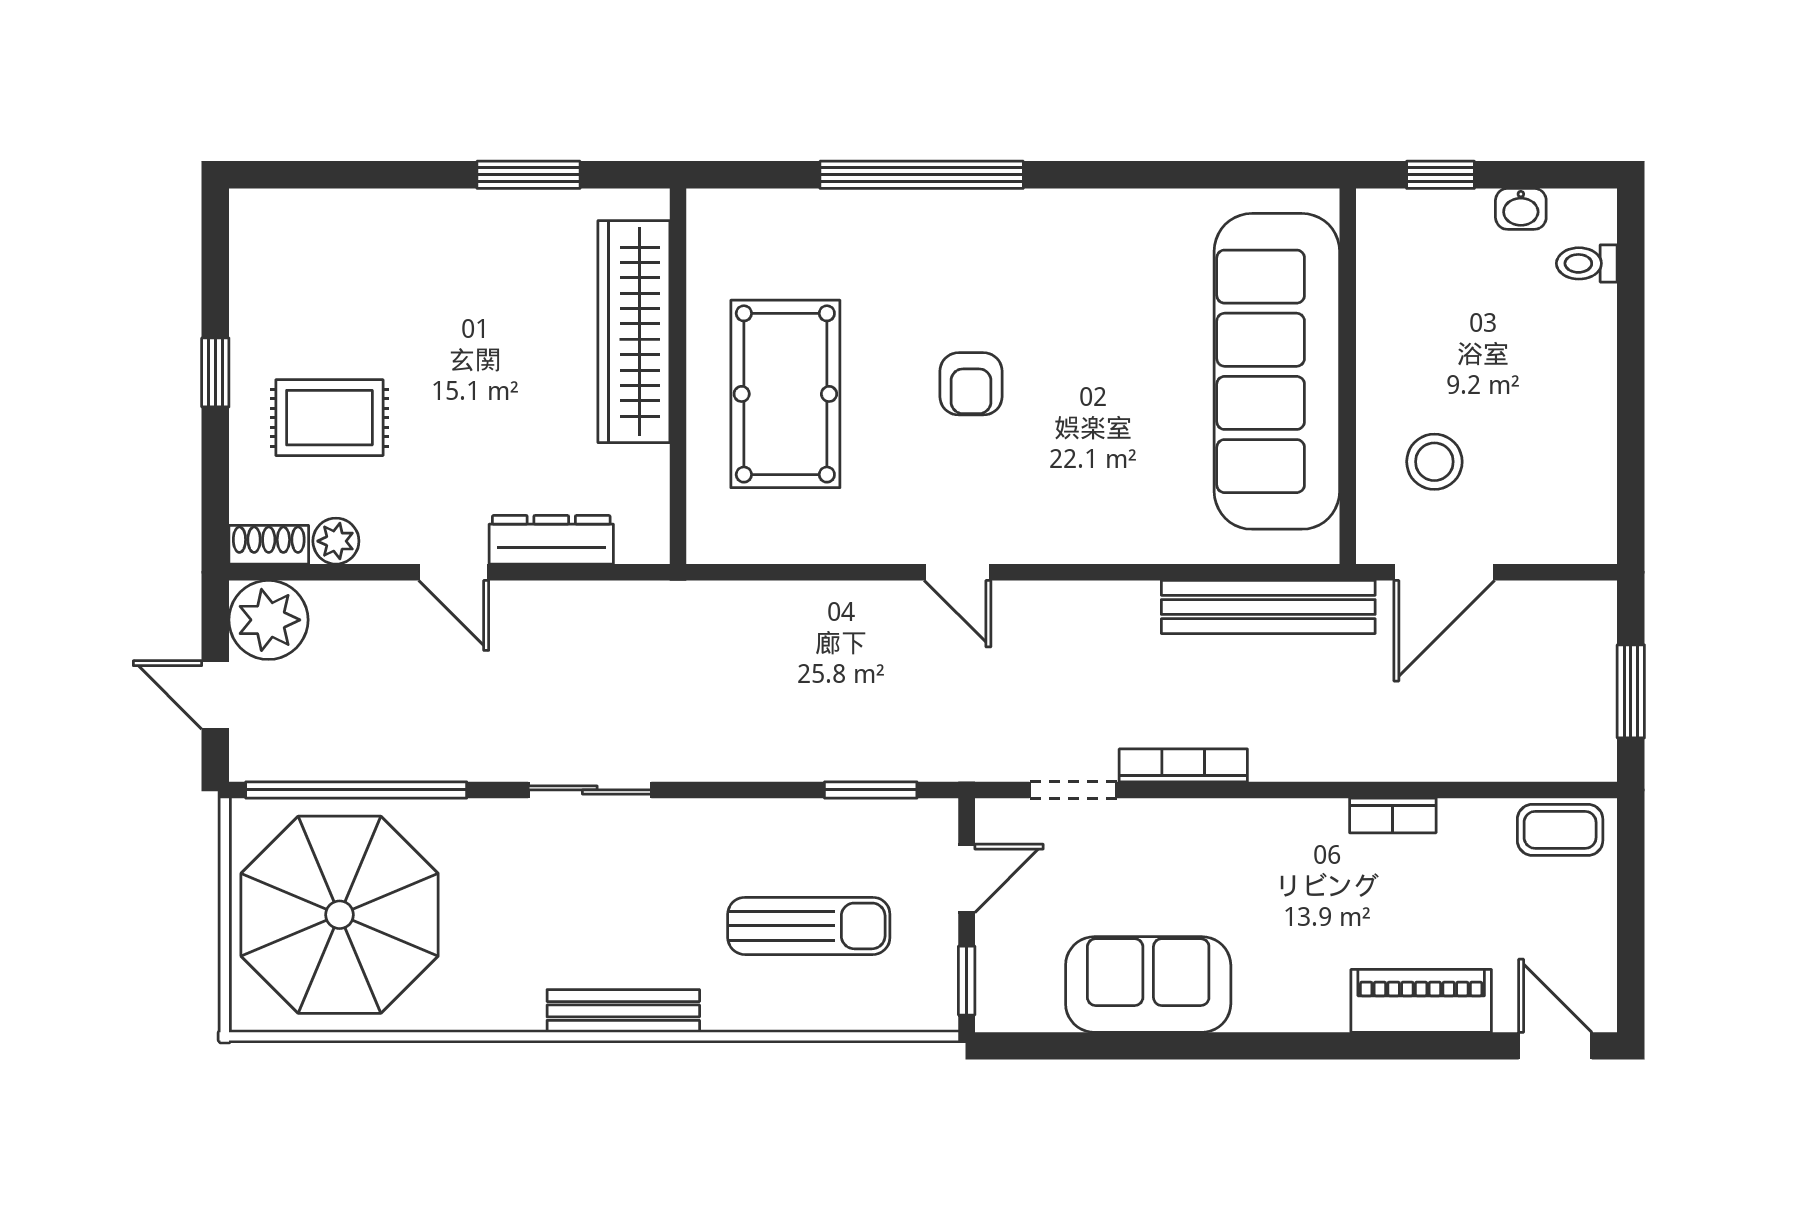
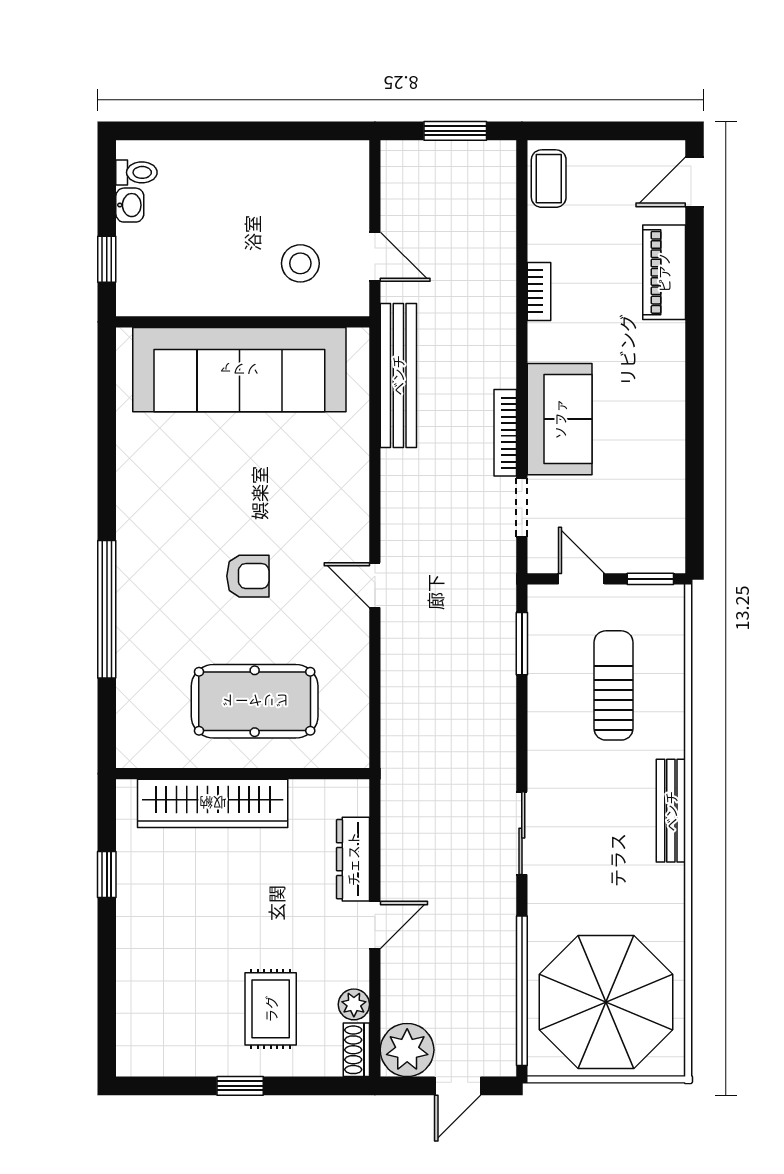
window: (528, 175) -> (107, 875), width x0.67
toilet: (1587, 263) -> (136, 172), moved, turned -90
door: (957, 572) -> (375, 585), swing flipped
door: (1444, 572) -> (375, 257), width x0.73
sofa: (1148, 985) -> (560, 419), moved, turned 180

